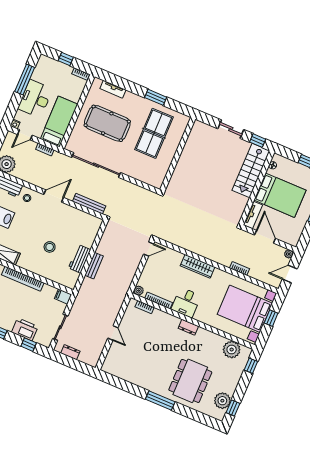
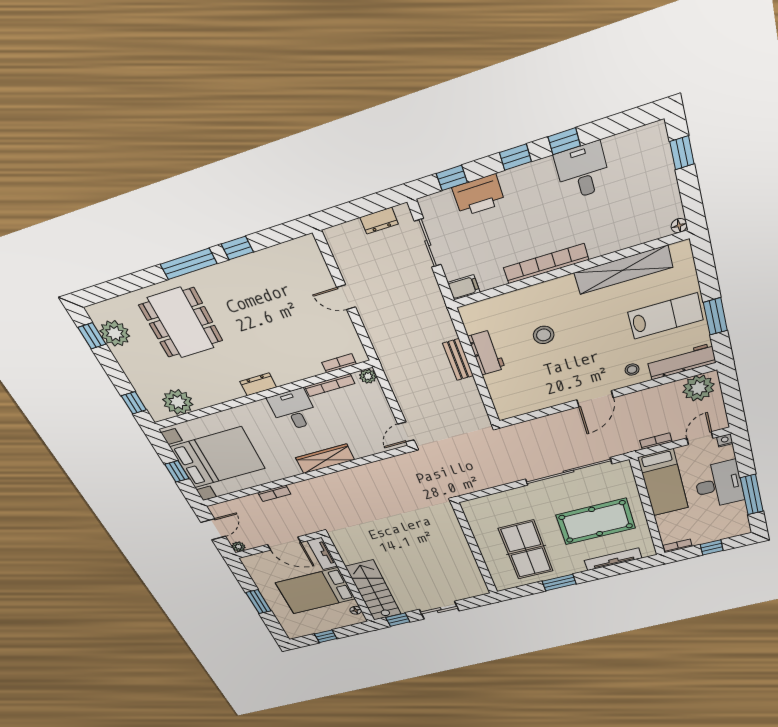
tv unit: (113, 89) -> (613, 559), width x1.41
bench: (89, 204) -> (536, 425), removed
window: (135, 390) -> (237, 248), added

